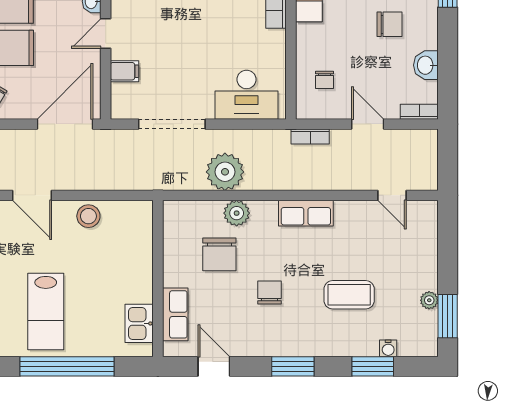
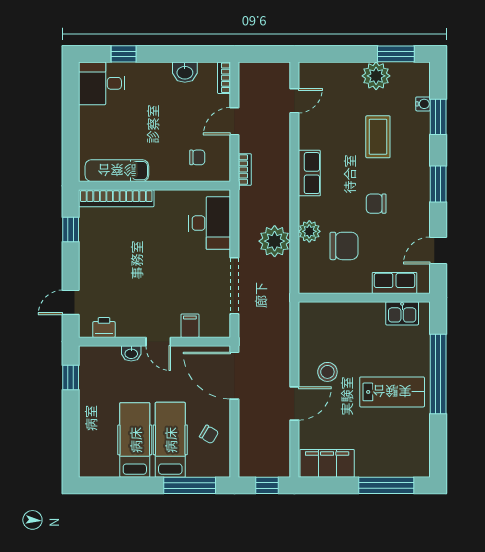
chair: (390, 24) -> (150, 103), removed
stool: (88, 216) -> (327, 372), moved
plant: (429, 300) -> (376, 76), width x1.88, depth x1.88

